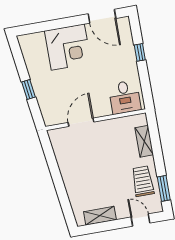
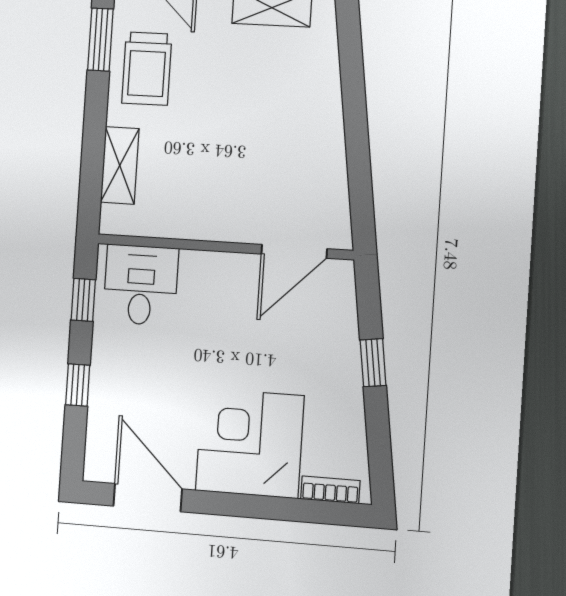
bookcase: (33, 37) -> (330, 490), added
window: (146, 86) -> (83, 300), added
door: (81, 122) -> (294, 251), moved

